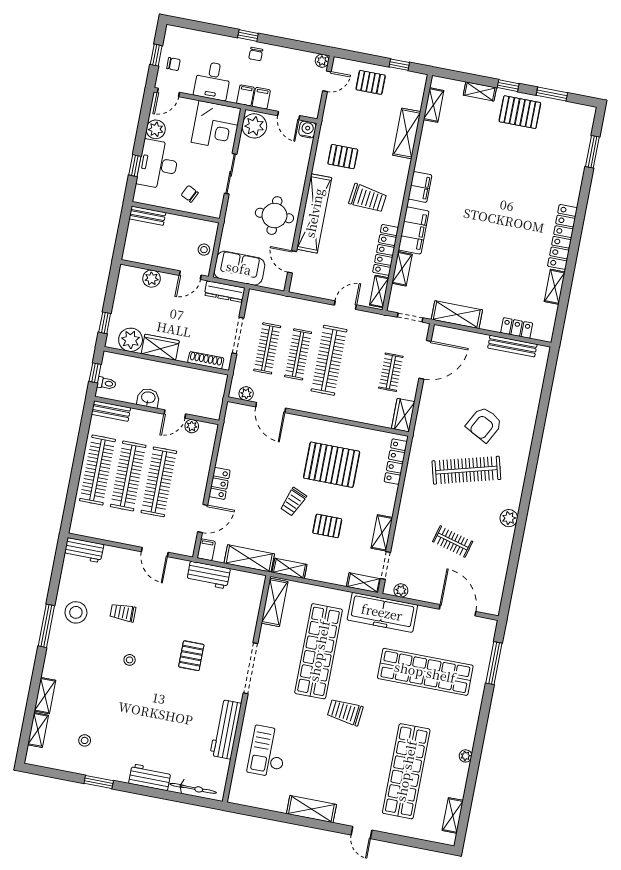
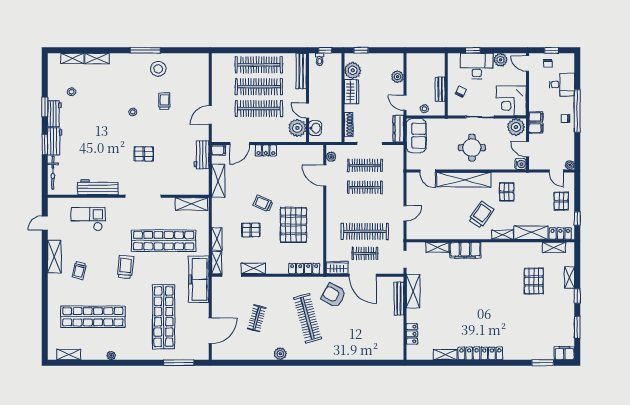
window: (248, 36) -> (577, 111), width x3.17
desk: (213, 81) -> (562, 85), moved, turned 180
pallet: (520, 112) -> (534, 281), moved
door: (289, 116) -> (528, 149), hinge flipped
filing cabinet: (420, 187) -> (564, 353), moved, turned 180
trolley: (368, 198) -> (481, 215), turned -152
bench: (147, 216) -> (440, 89), moved
round table: (274, 216) -> (472, 148), moved
locker: (386, 250) -> (560, 234), moved, width x0.66
door: (292, 262) -> (428, 171), swing flipped
shelving: (379, 291) -> (502, 235), moved
door: (345, 305) -> (405, 213), hinge flipped
bench: (512, 346) -> (399, 299), moved
clothes rail: (329, 360) -> (365, 231), moved
door: (425, 360) -> (363, 275), moved
washbasin: (148, 398) -> (315, 128), moved
door: (271, 407) -> (325, 176), hinge flipped
bench: (111, 411) -> (301, 71), width x1.36
armchair: (484, 424) -> (333, 295), moved
plant: (192, 426) -> (297, 128), width x1.87, depth x1.87
door: (203, 518) -> (240, 143), hinge flipped
pallet: (327, 526) -> (251, 230), turned 90
workbench: (84, 550) -> (54, 114), moved, turned 180
shelving: (289, 568) -> (217, 239), moved
plant: (401, 590) -> (216, 289), removed
trolley: (338, 778) -> (79, 270), added
window: (151, 792) -> (45, 144), added
door: (362, 833) -> (45, 223), moved

